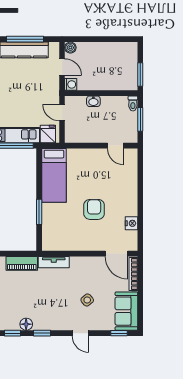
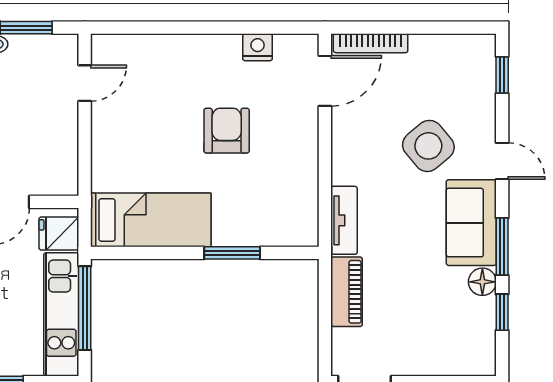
armchair: (94, 209) -> (227, 131), turned 90
side table: (87, 300) -> (428, 146), width x1.87, depth x1.87
sofa: (126, 311) -> (471, 223), moved, turned 90
window: (42, 333) -> (502, 247), width x1.50
door: (80, 333) -> (502, 161), hinge flipped

